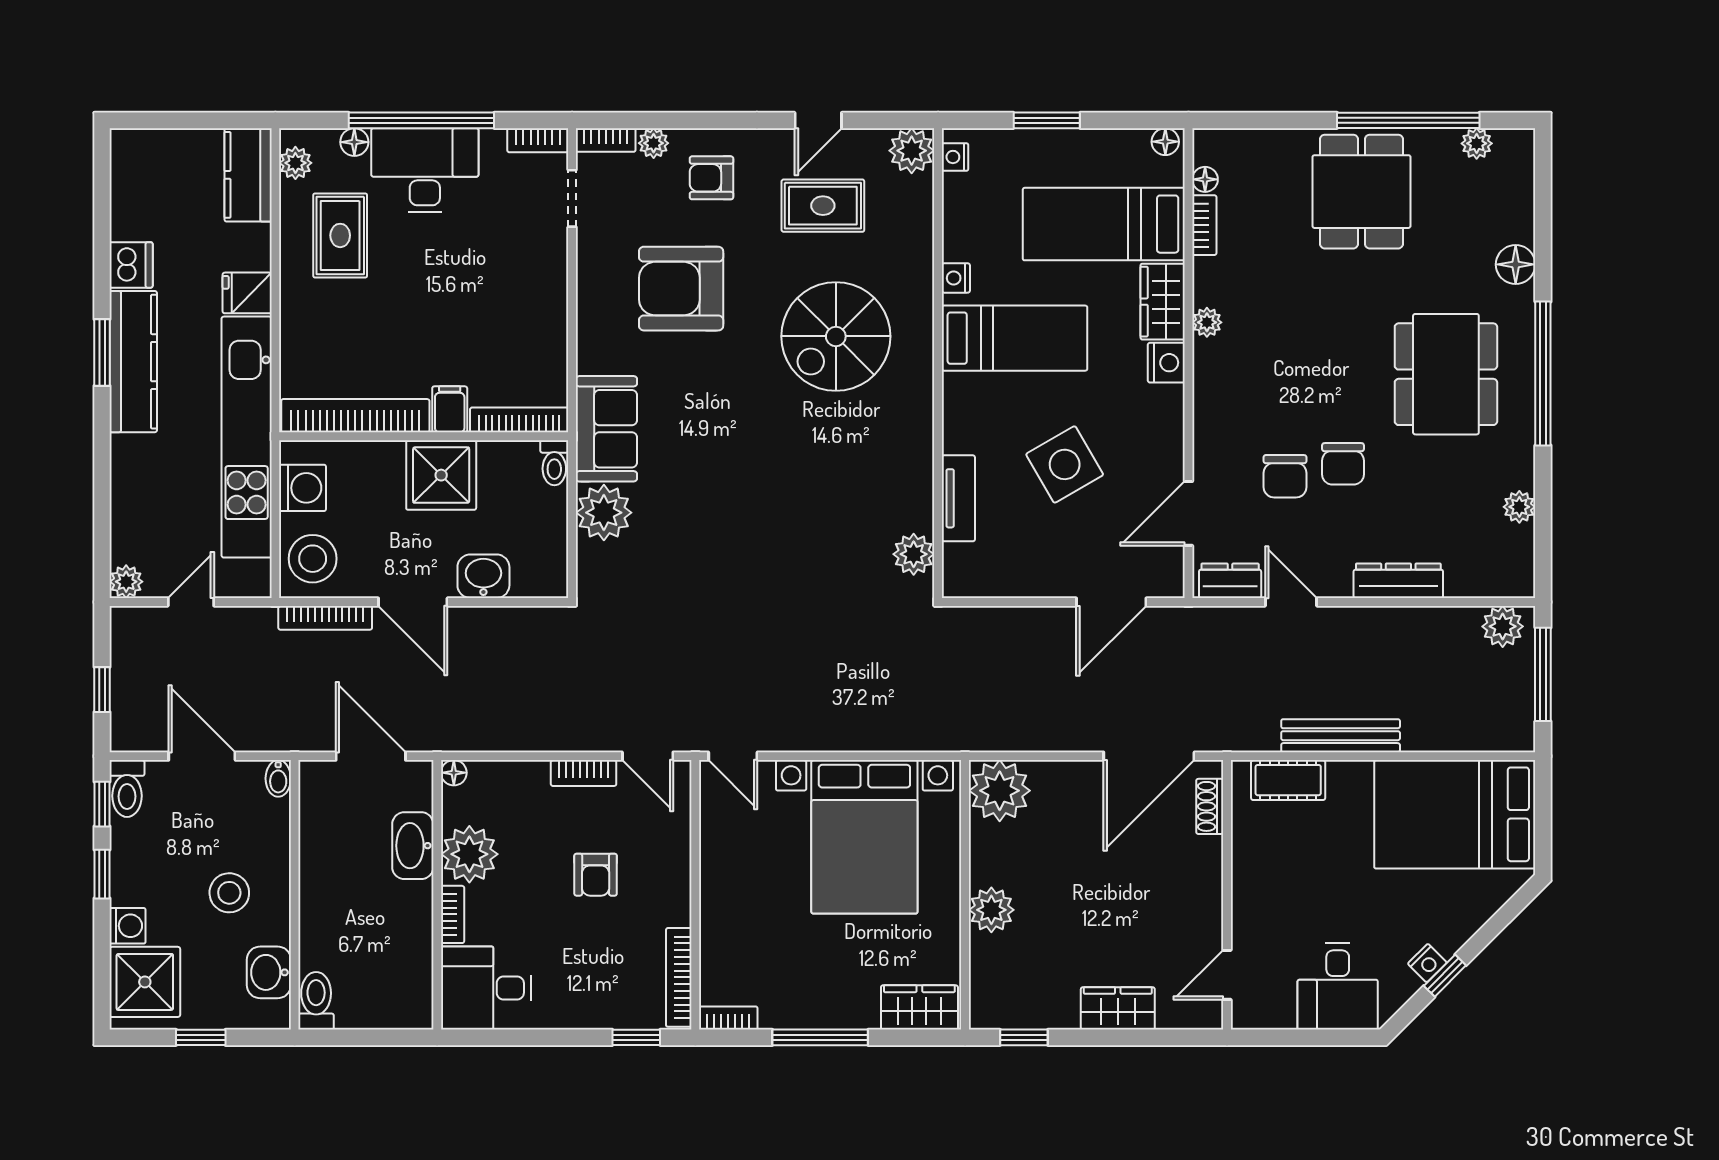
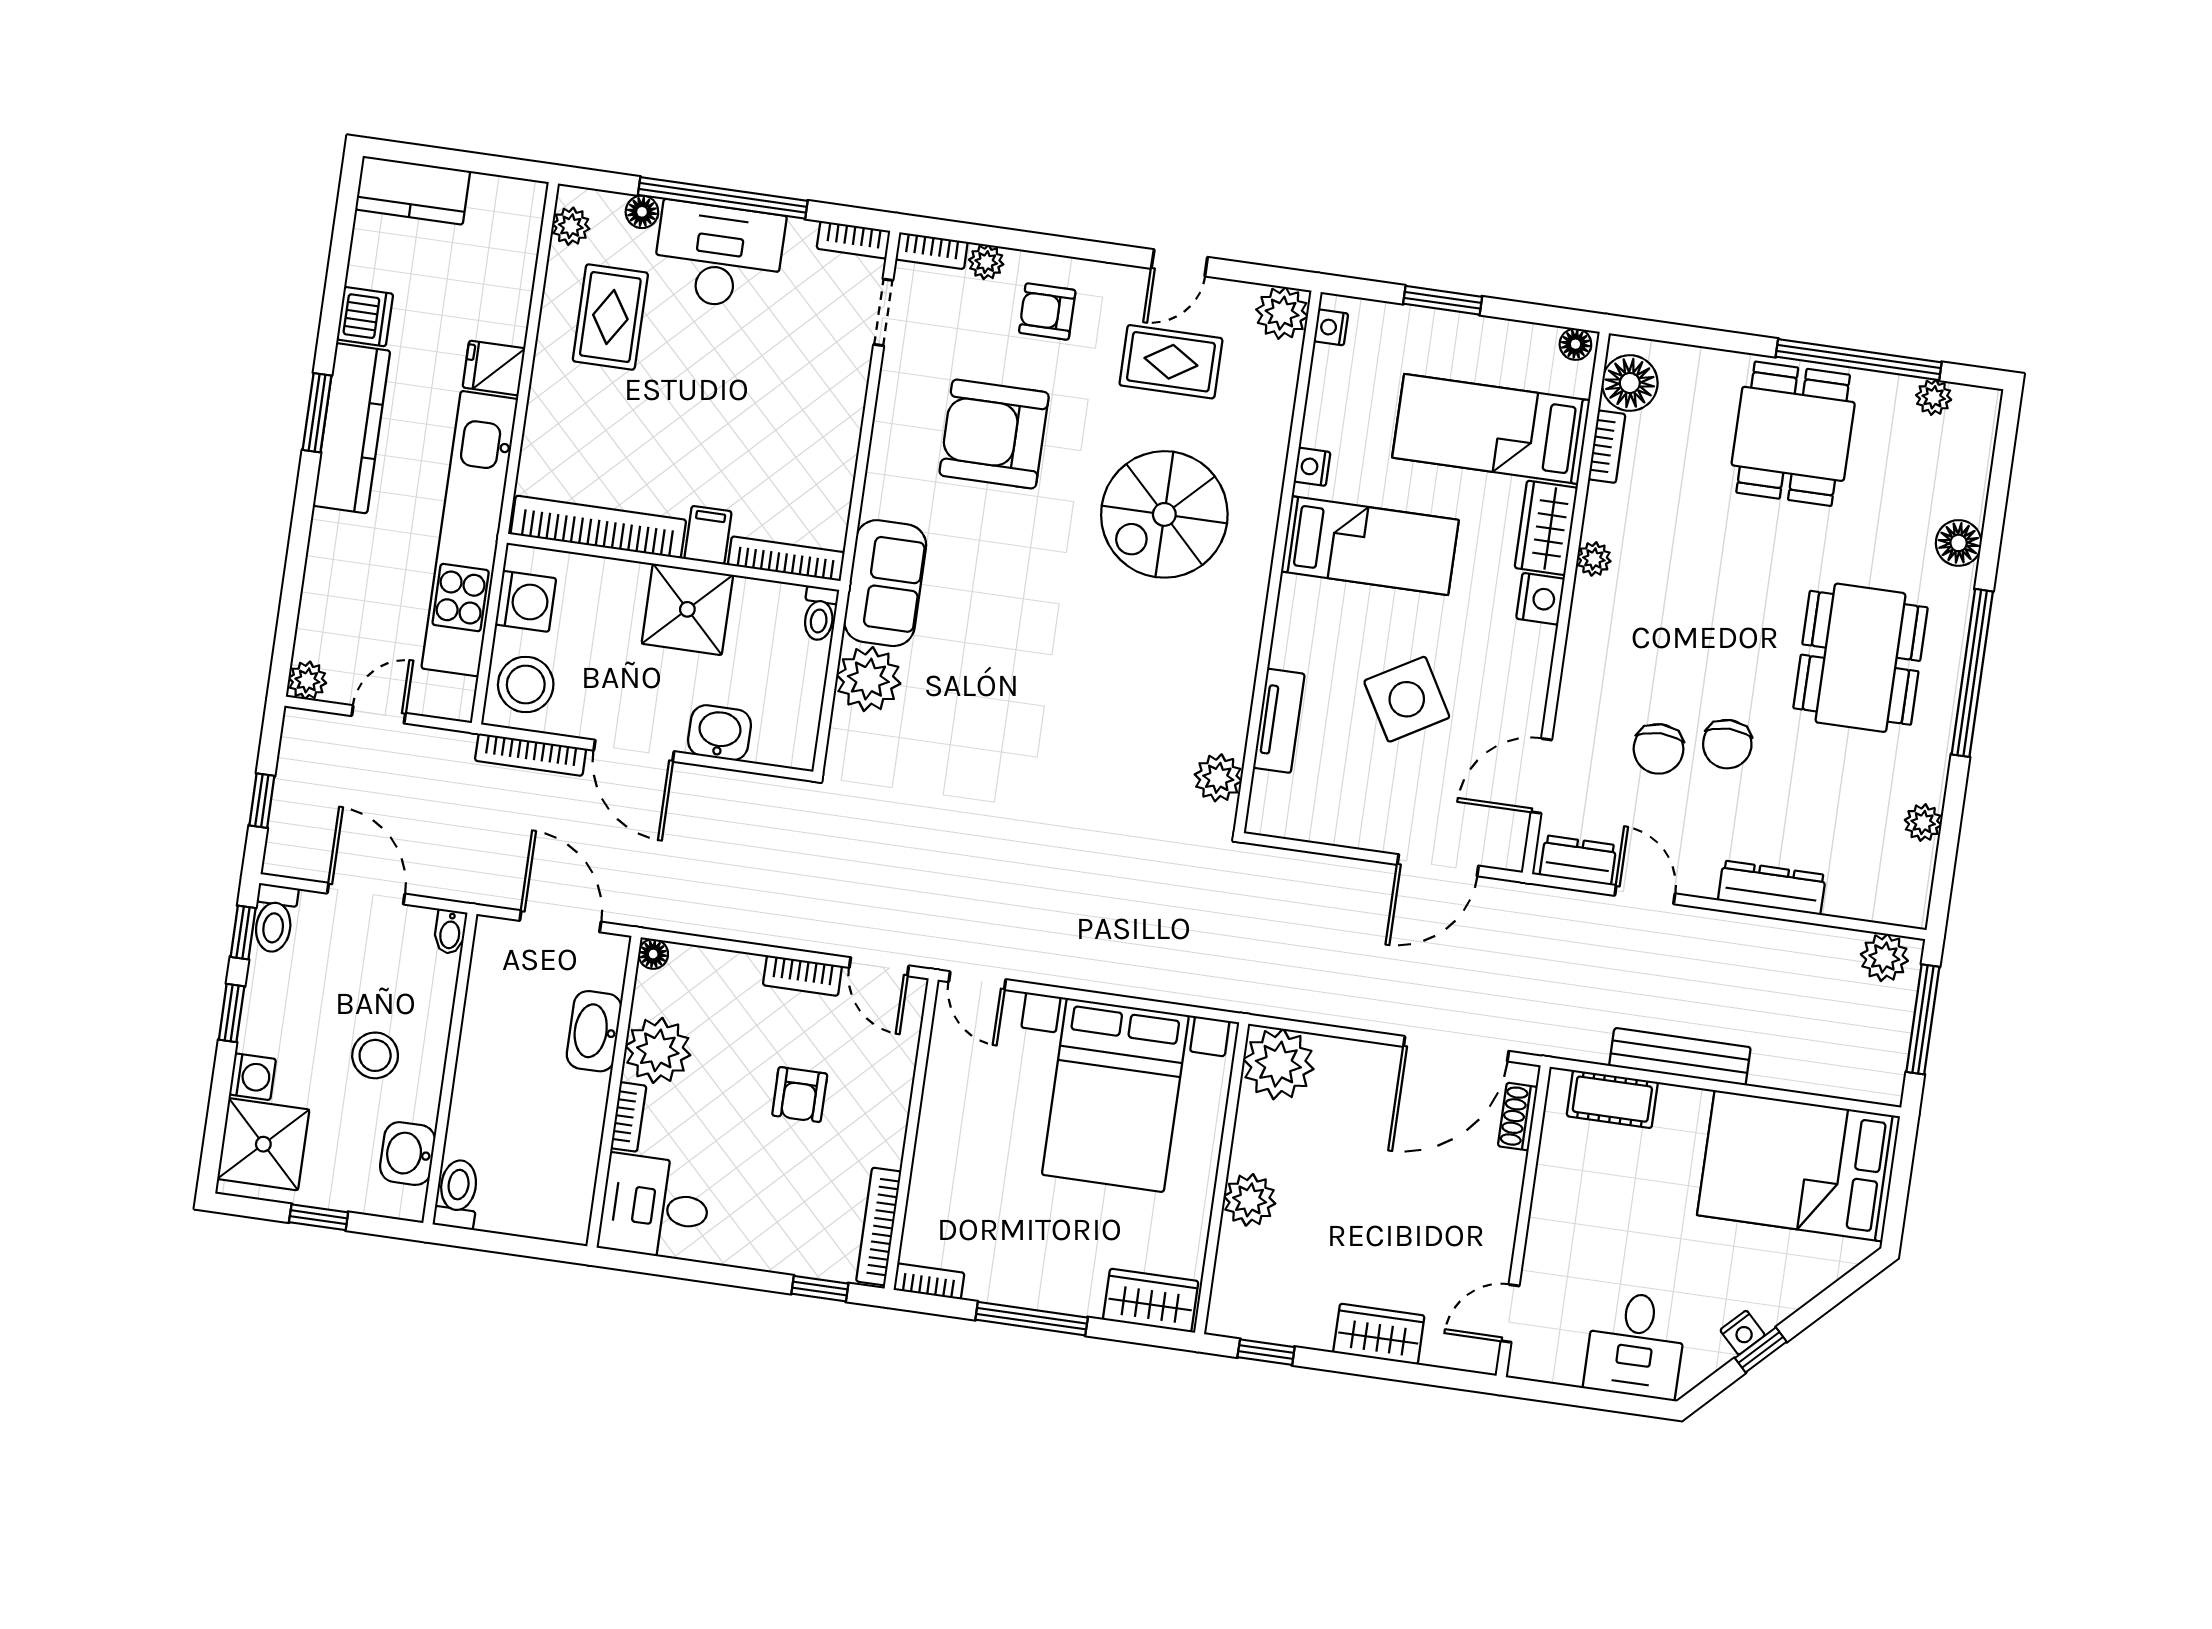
kitchen counter: (248, 175) -> (413, 190), moved, turned -90
floor lamp: (1205, 179) -> (1630, 383), width x1.89, depth x1.89

